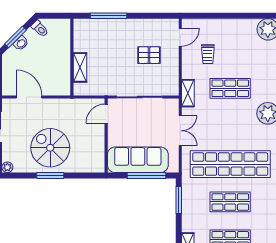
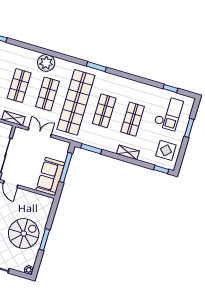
shop shelf: (230, 126) -> (47, 94), added
spiral stairs: (50, 148) -> (24, 234), turned 180
sofa: (138, 160) -> (50, 177), width x0.73

